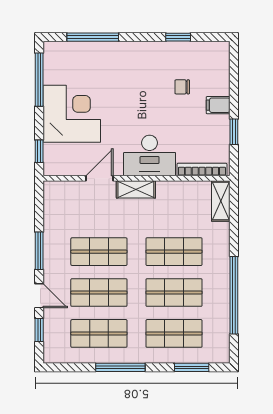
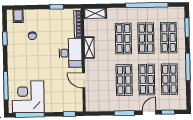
filing cabinet: (218, 105) -> (18, 16), moved
corner desk: (72, 114) -> (28, 97), moved
shelving: (136, 189) -> (89, 48), moved

